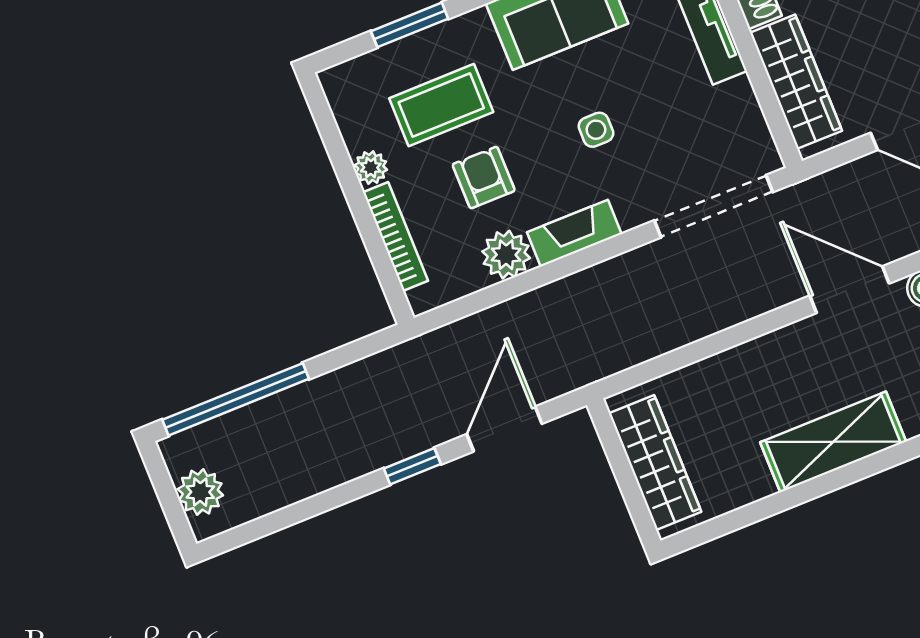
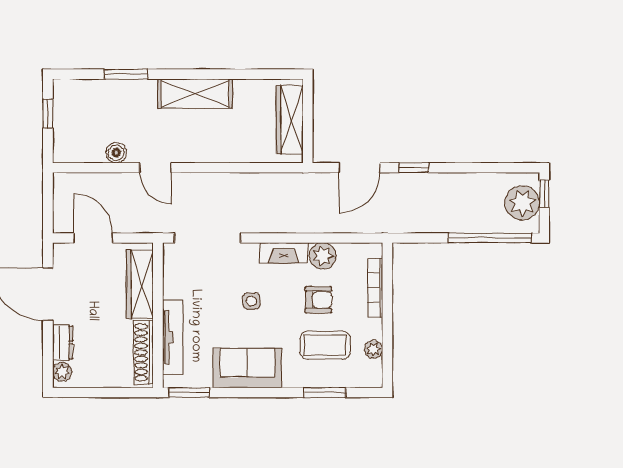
plant: (371, 167) -> (374, 349), moved
armchair: (484, 177) -> (318, 300), turned -90
door: (850, 290) -> (155, 168), width x0.73
plant: (200, 492) -> (522, 203), width x1.36, depth x1.36
window: (174, 512) -> (544, 194), added

